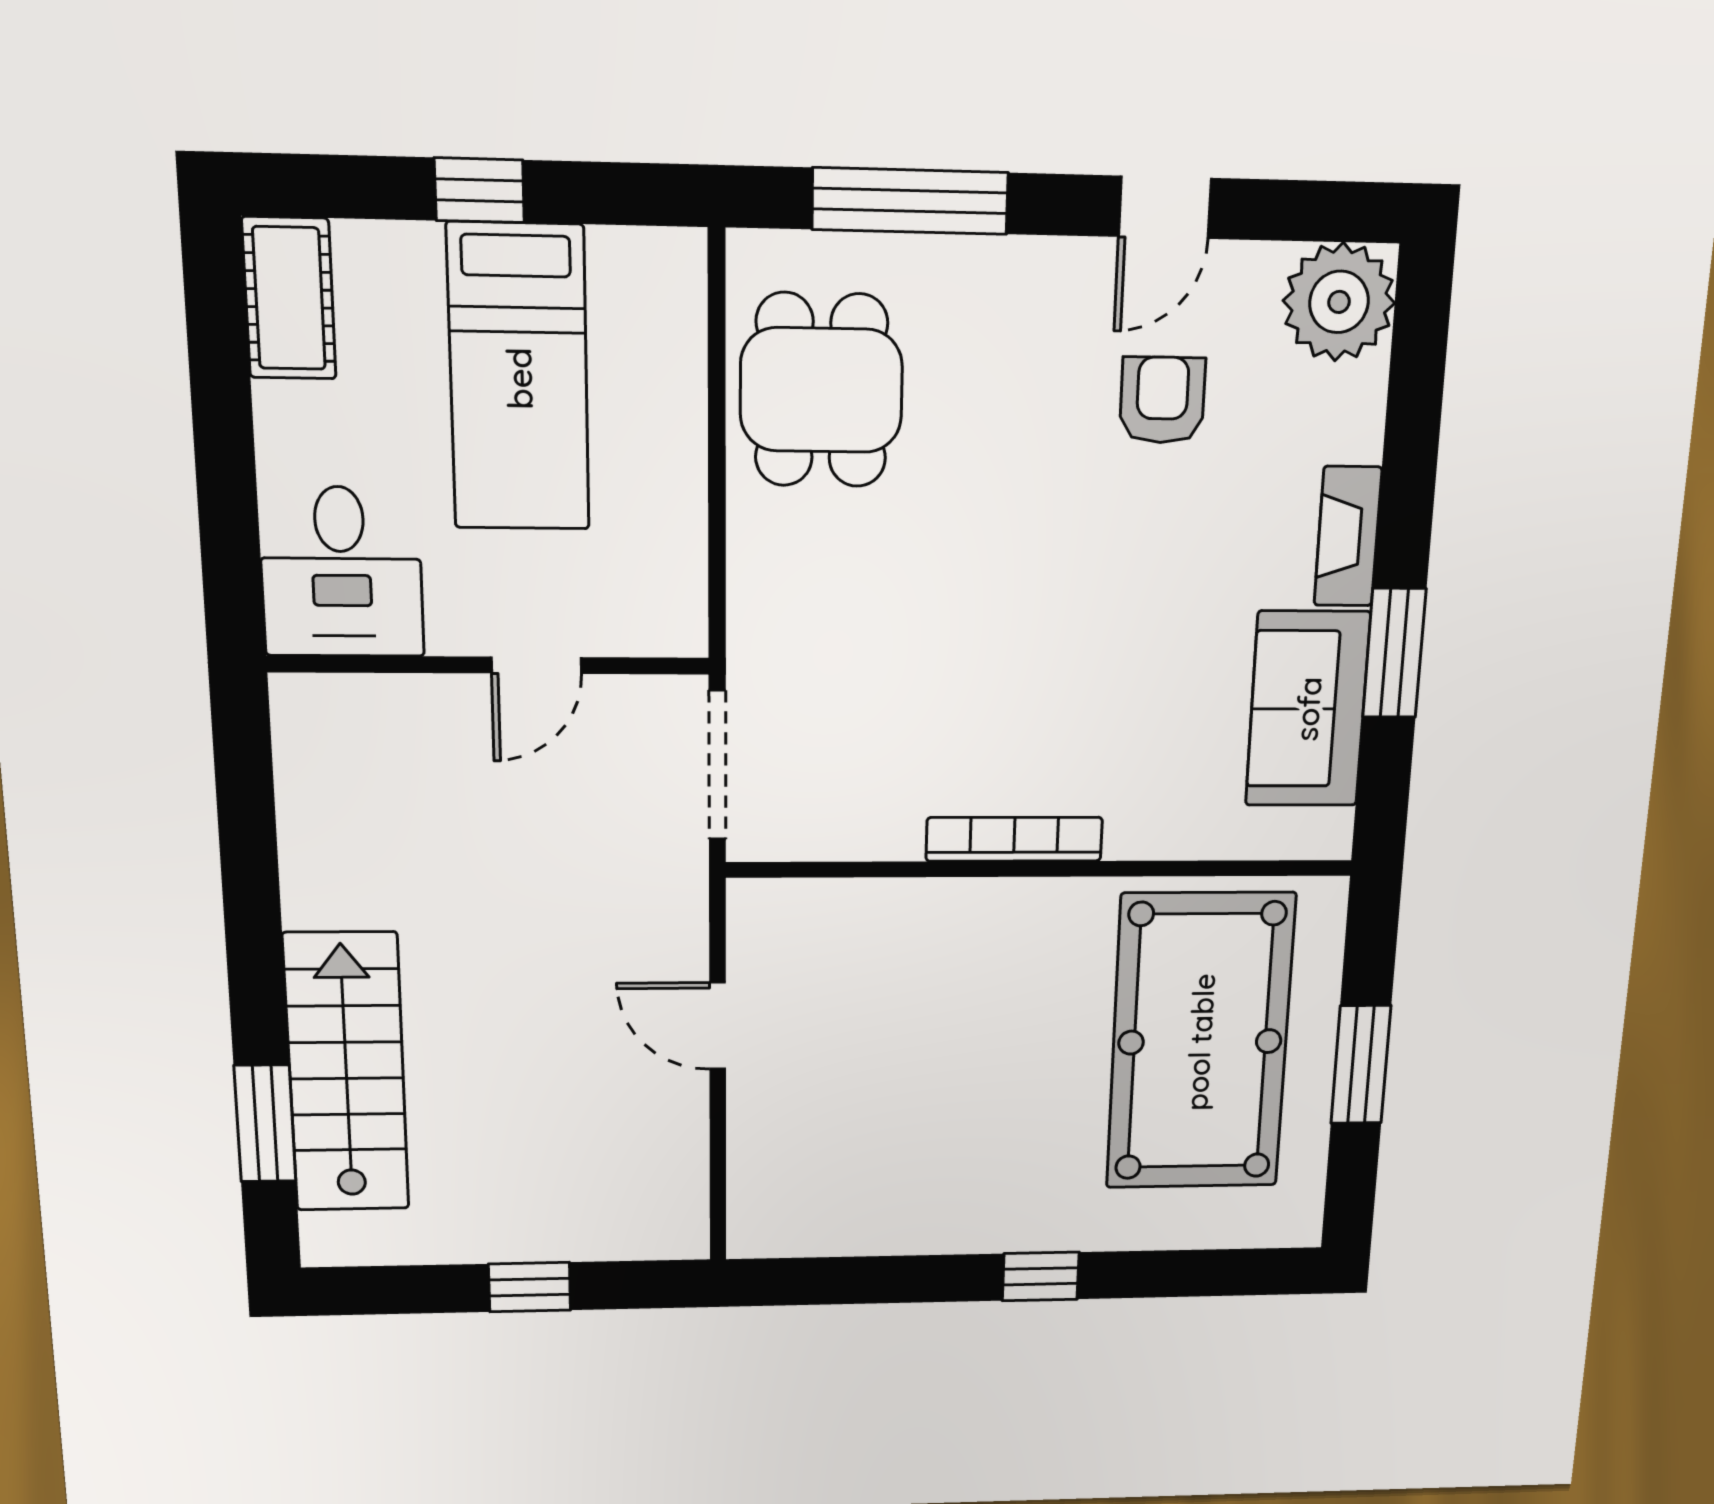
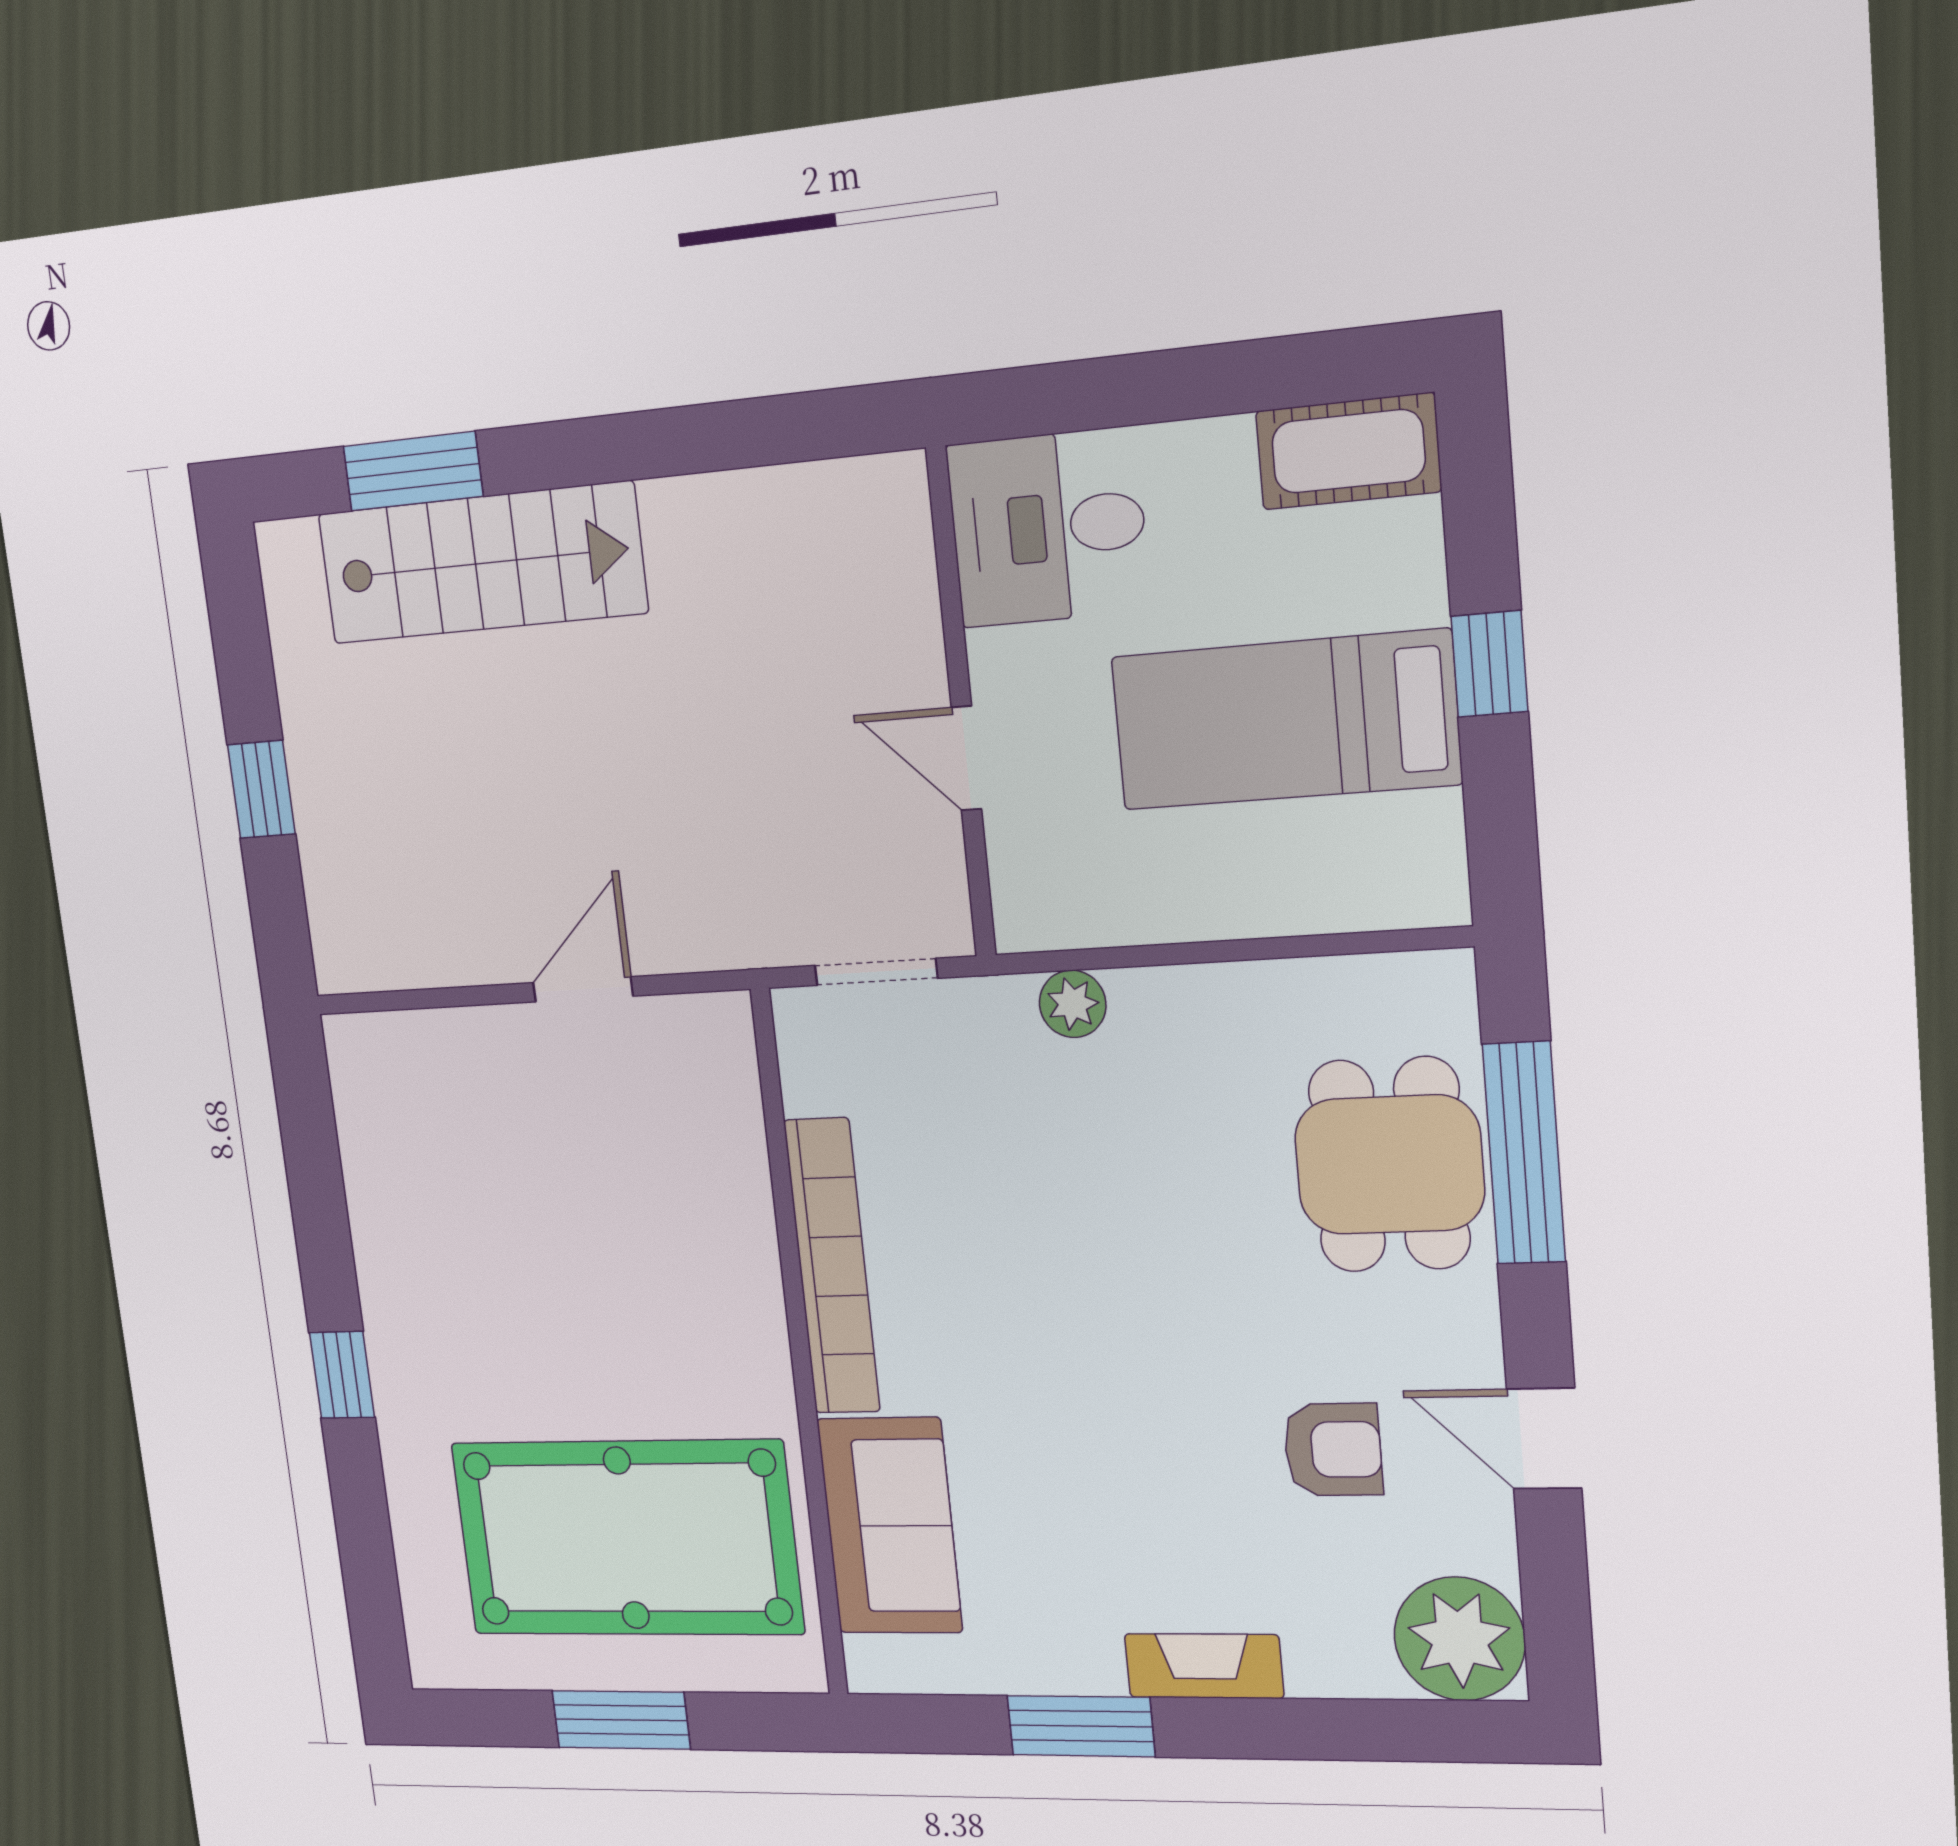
dining table: (821, 390) -> (1389, 1165), moved, turned 90
plant: (755, 594) -> (1073, 1004), added
sofa: (1308, 709) -> (890, 1526), moved, turned 90
doorway: (717, 765) -> (876, 972), width x0.73
bookcase: (1014, 839) -> (832, 1267), width x1.48, depth x1.31

